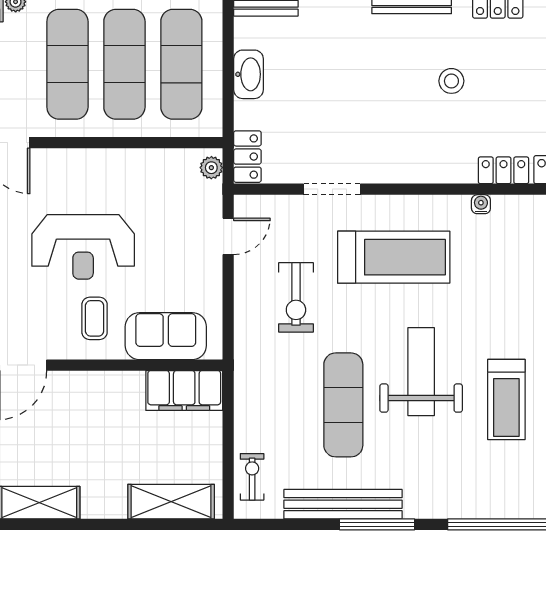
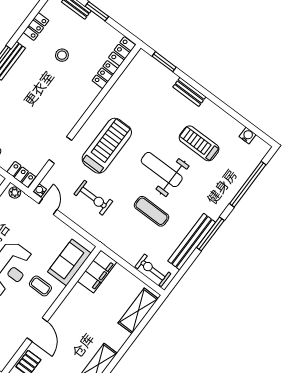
stool: (451, 81) -> (62, 55), moved
water cooler: (481, 204) -> (40, 190), moved
treadmill: (506, 399) -> (199, 143), turned 180
exercise mat: (343, 405) -> (151, 211), width x0.73, depth x0.69
exercise bike: (252, 477) -> (153, 270), width x1.38, depth x1.39

